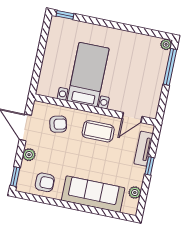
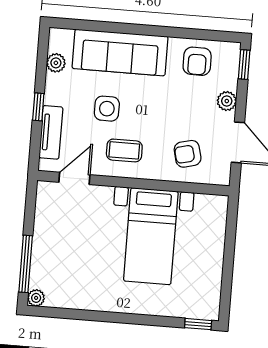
coffee table: (98, 131) -> (124, 150), width x0.73, depth x0.77
side table: (106, 159) -> (107, 109), added
armchair: (45, 182) -> (197, 61), turned -90

